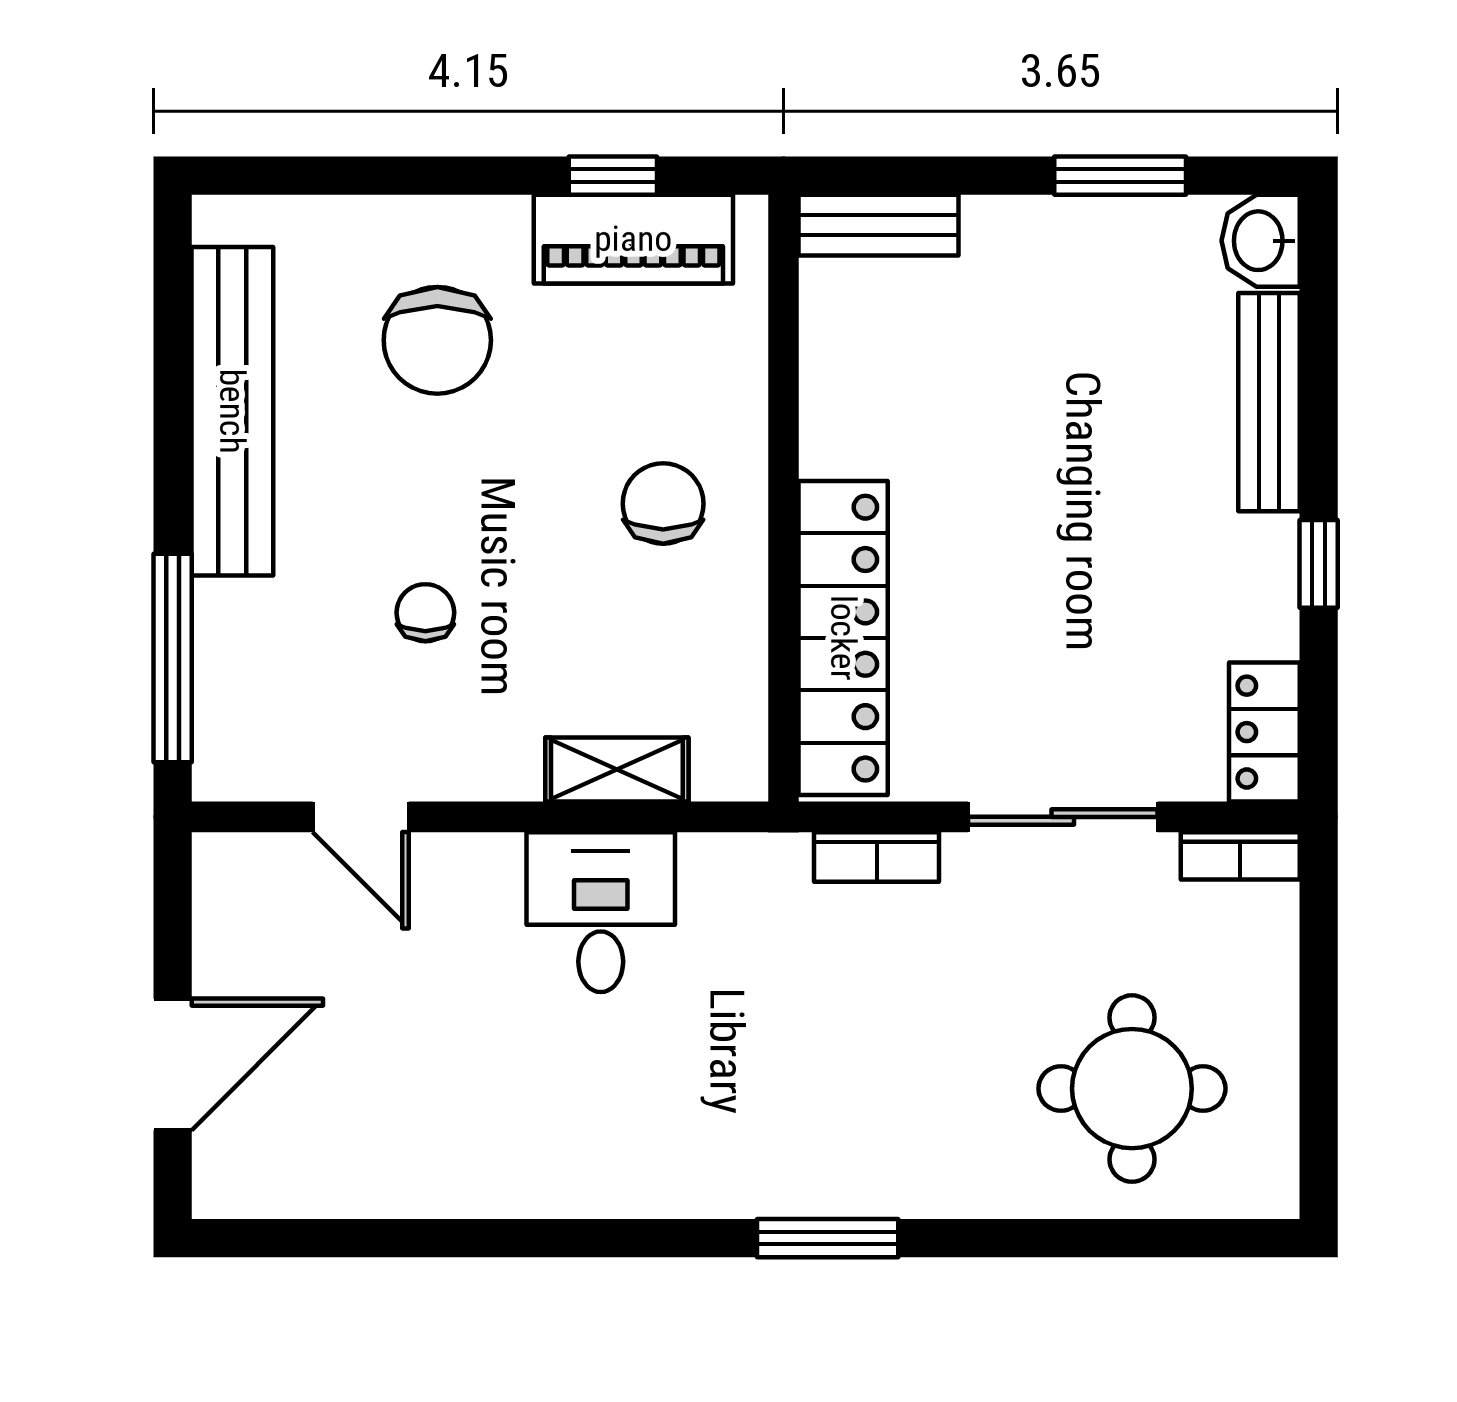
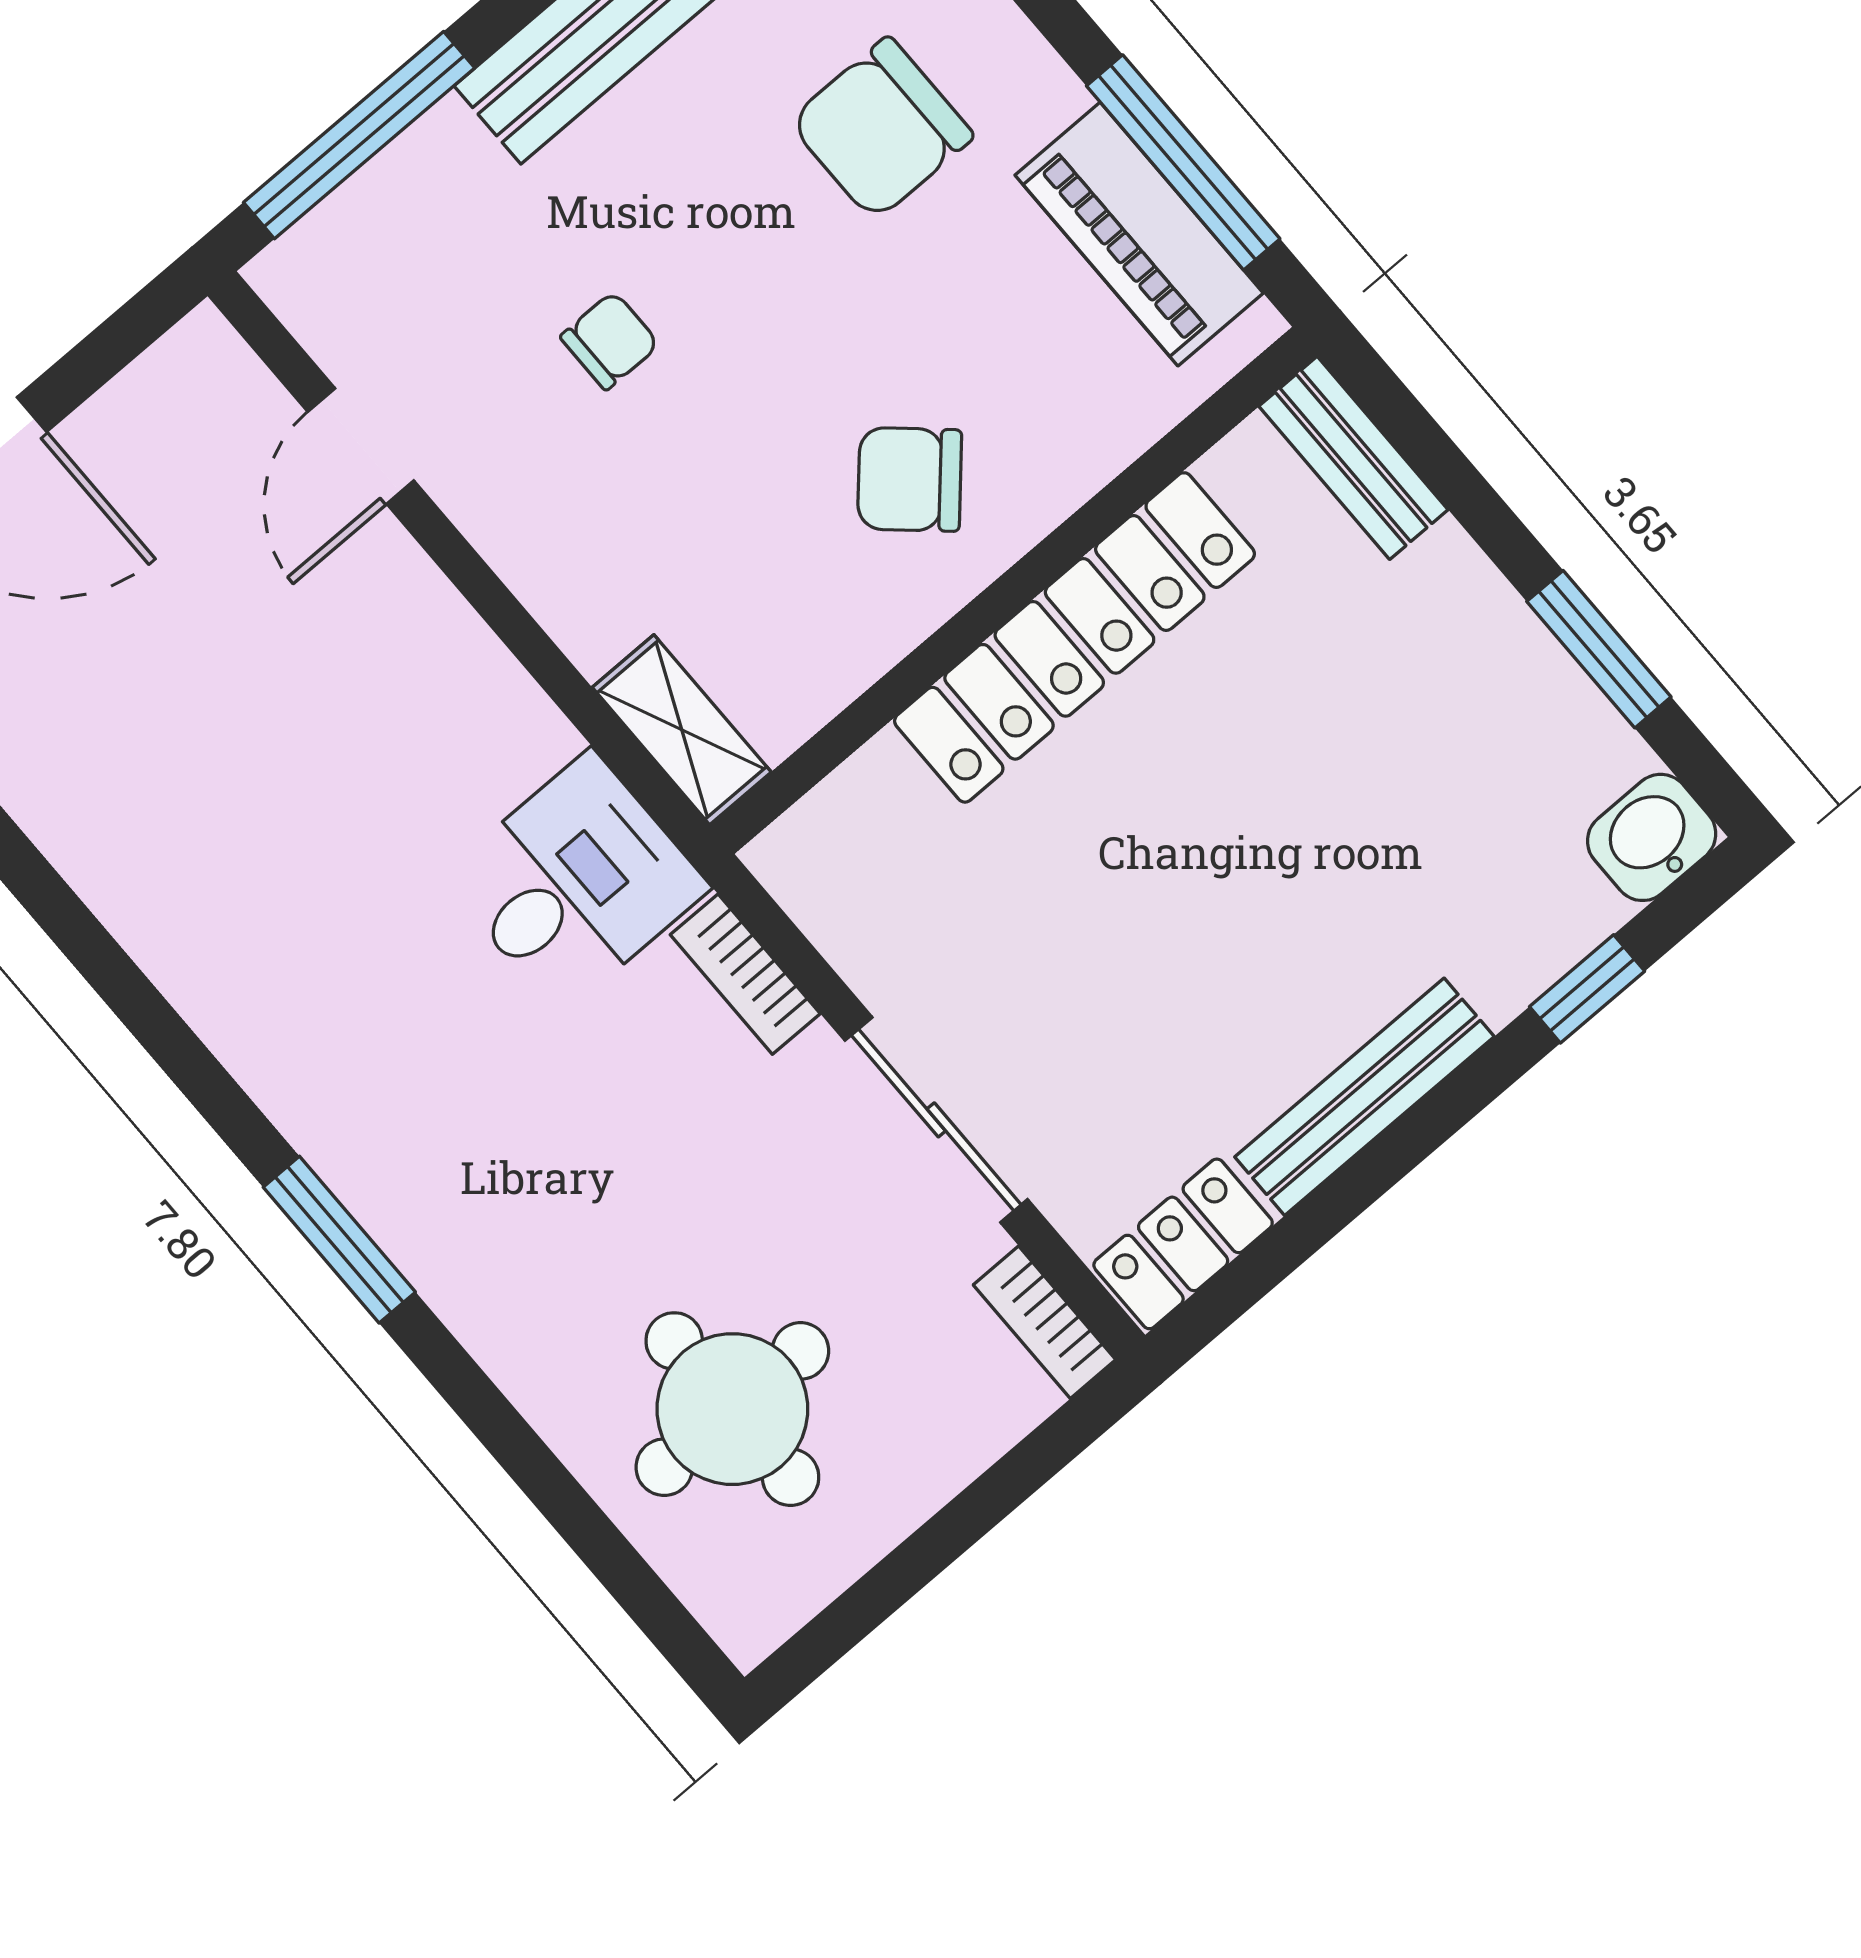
window: (613, 176) -> (1183, 162), width x2.17
bench: (1269, 402) -> (1364, 1097), moved
chair: (663, 504) -> (910, 479), turned -138
window: (1319, 564) -> (1587, 989), moved
locker: (843, 638) -> (1074, 637), moved
shelving: (617, 770) -> (682, 730), moved
desk: (601, 912) -> (575, 882), moved

